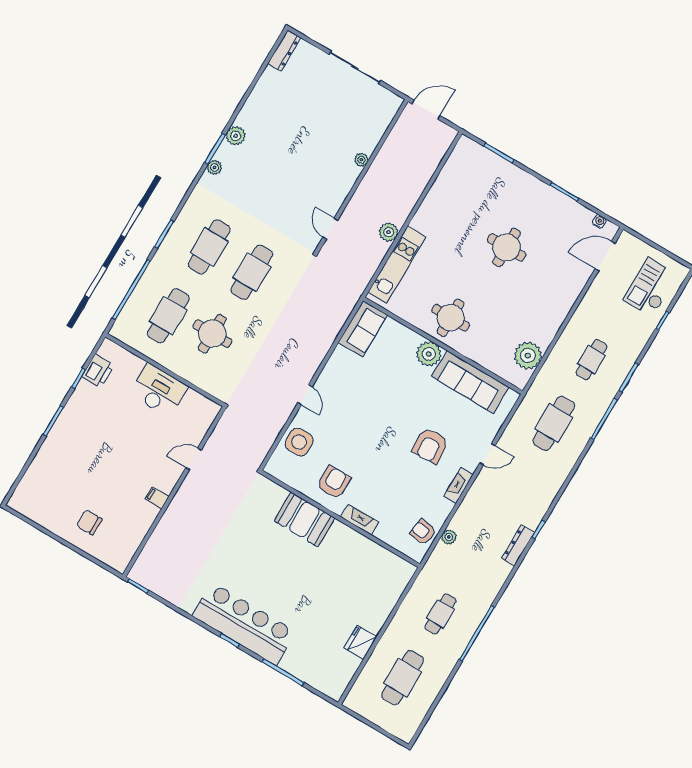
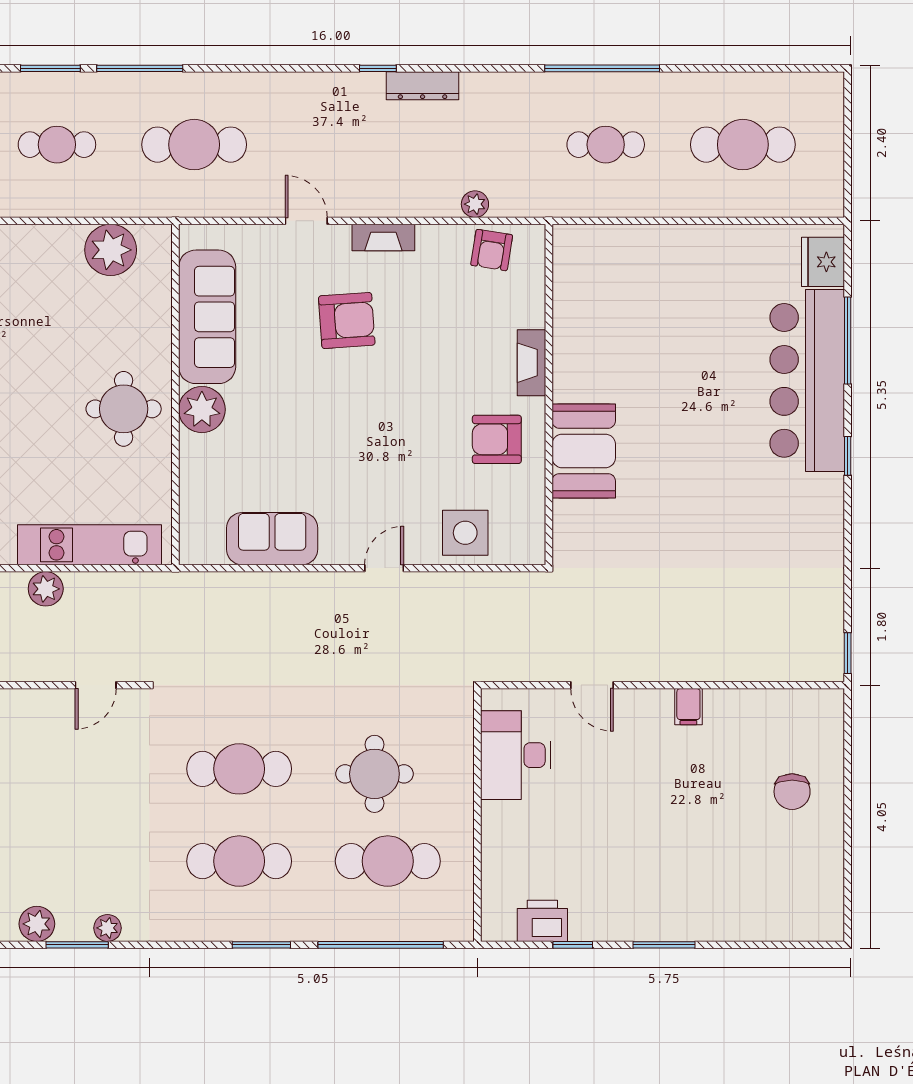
sofa: (363, 329) -> (272, 539), moved
desk: (159, 390) -> (516, 755), moved
bar counter: (244, 624) -> (807, 380), moved
fridge: (360, 642) -> (823, 262), moved, turned 90

